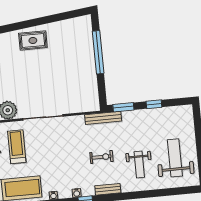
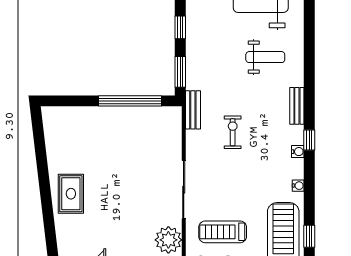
window: (98, 52) -> (130, 101), moved
bench: (103, 118) -> (193, 110), width x0.73
exercise bike: (101, 157) -> (233, 132), moved

